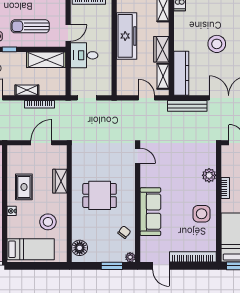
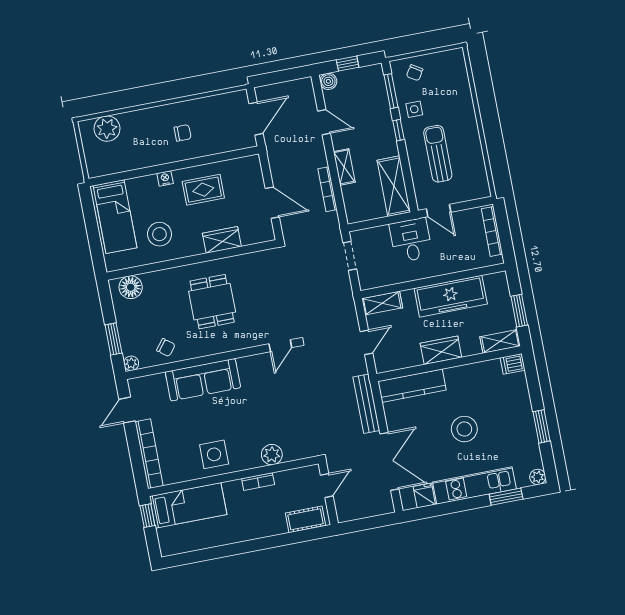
shelving: (163, 76) -> (382, 303), moved

